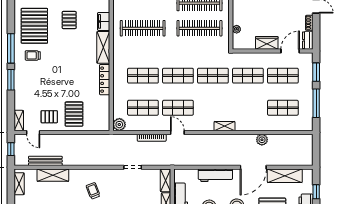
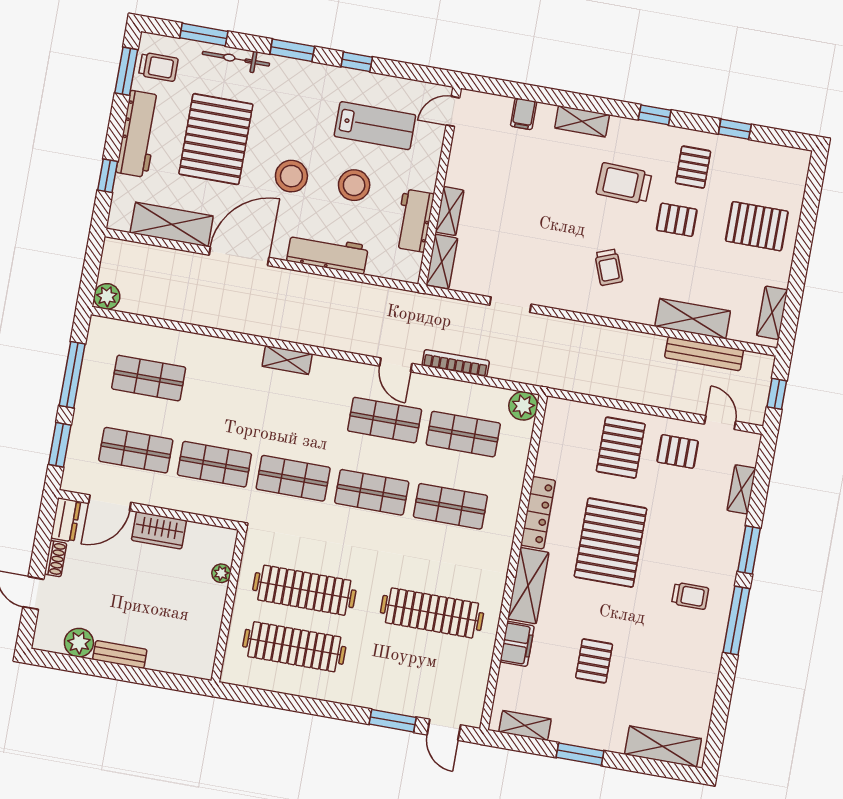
pallet: (34, 26) -> (611, 543), moved
shelving: (19, 121) -> (741, 489), moved
plant: (262, 140) -> (107, 296), moved

